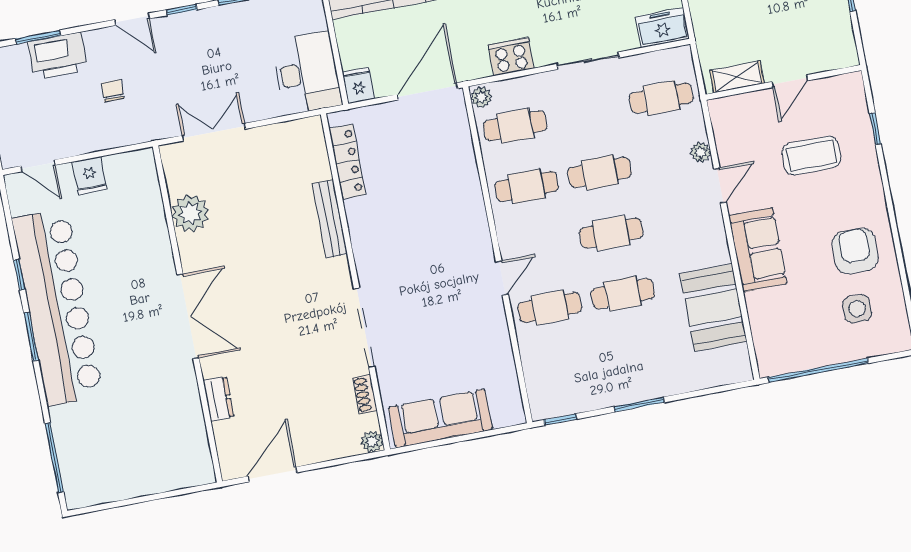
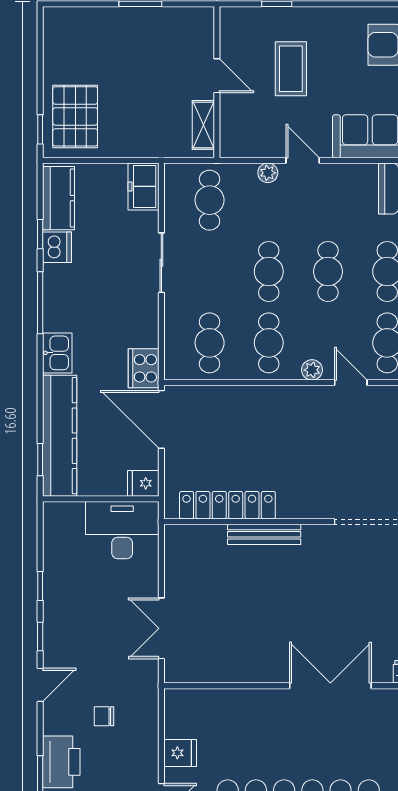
cooker: (511, 57) -> (144, 368), moved
plant: (481, 97) -> (312, 370), moved
locker: (347, 162) -> (227, 505), width x1.41, depth x1.21
plant: (190, 213) -> (233, 665), removed

